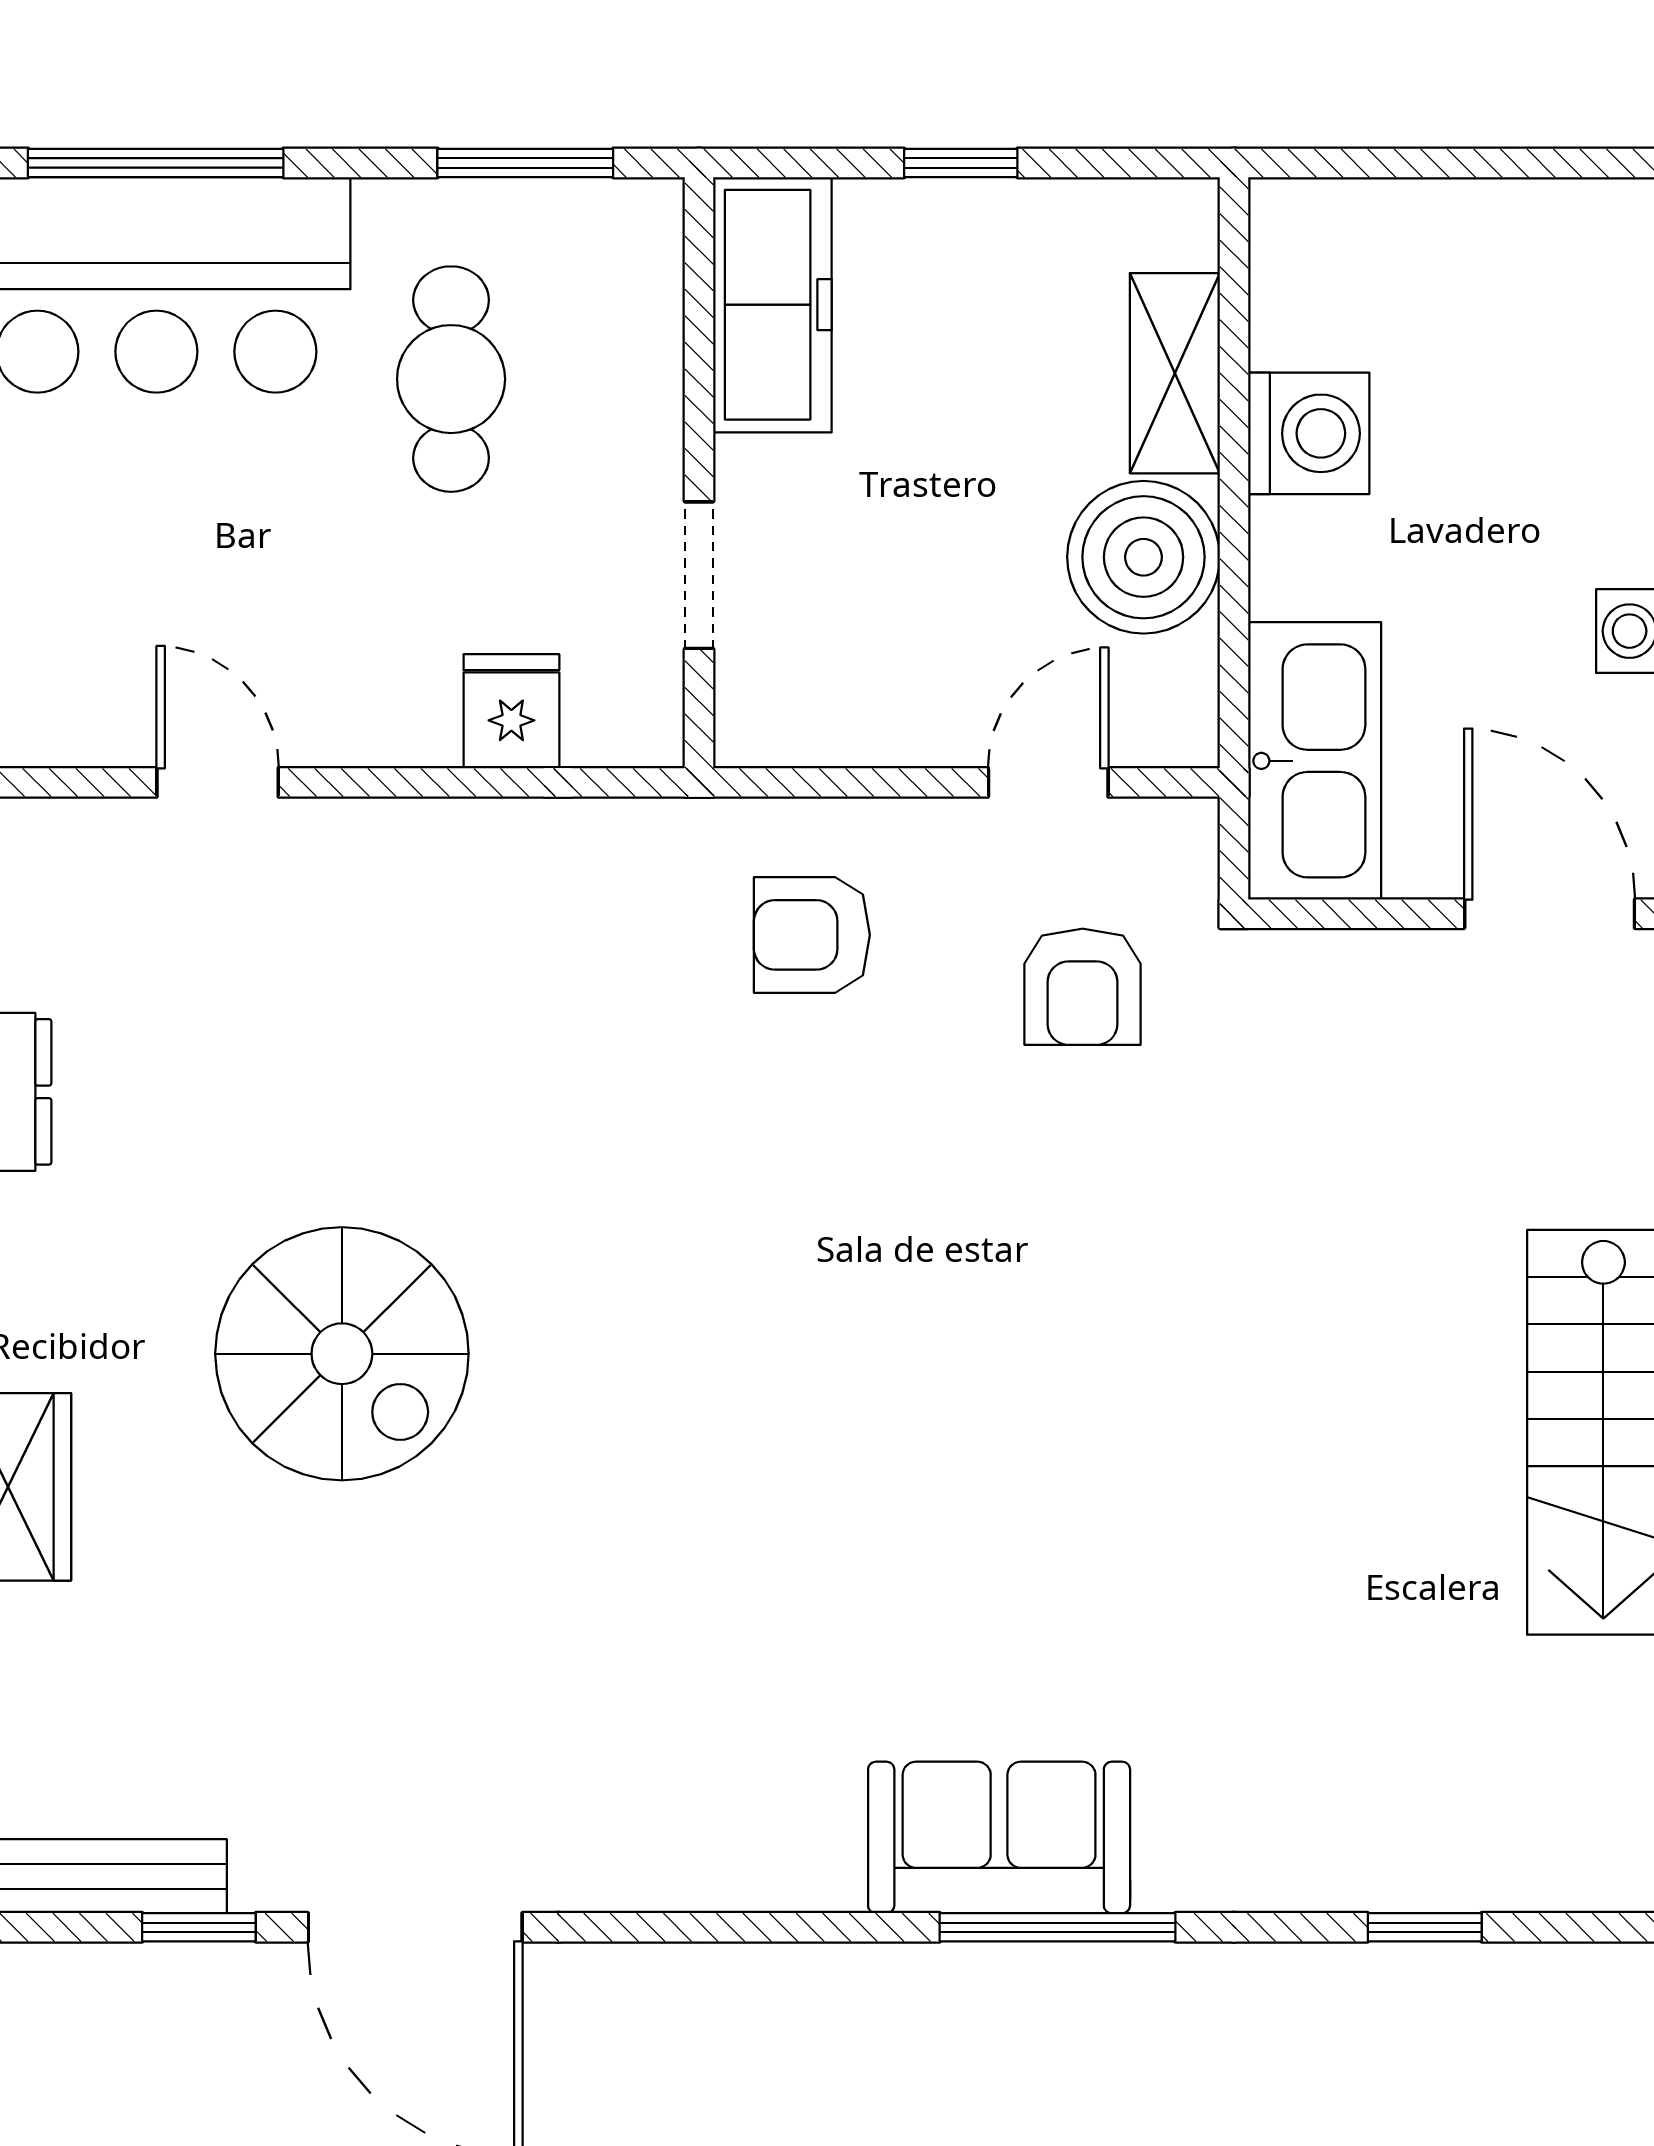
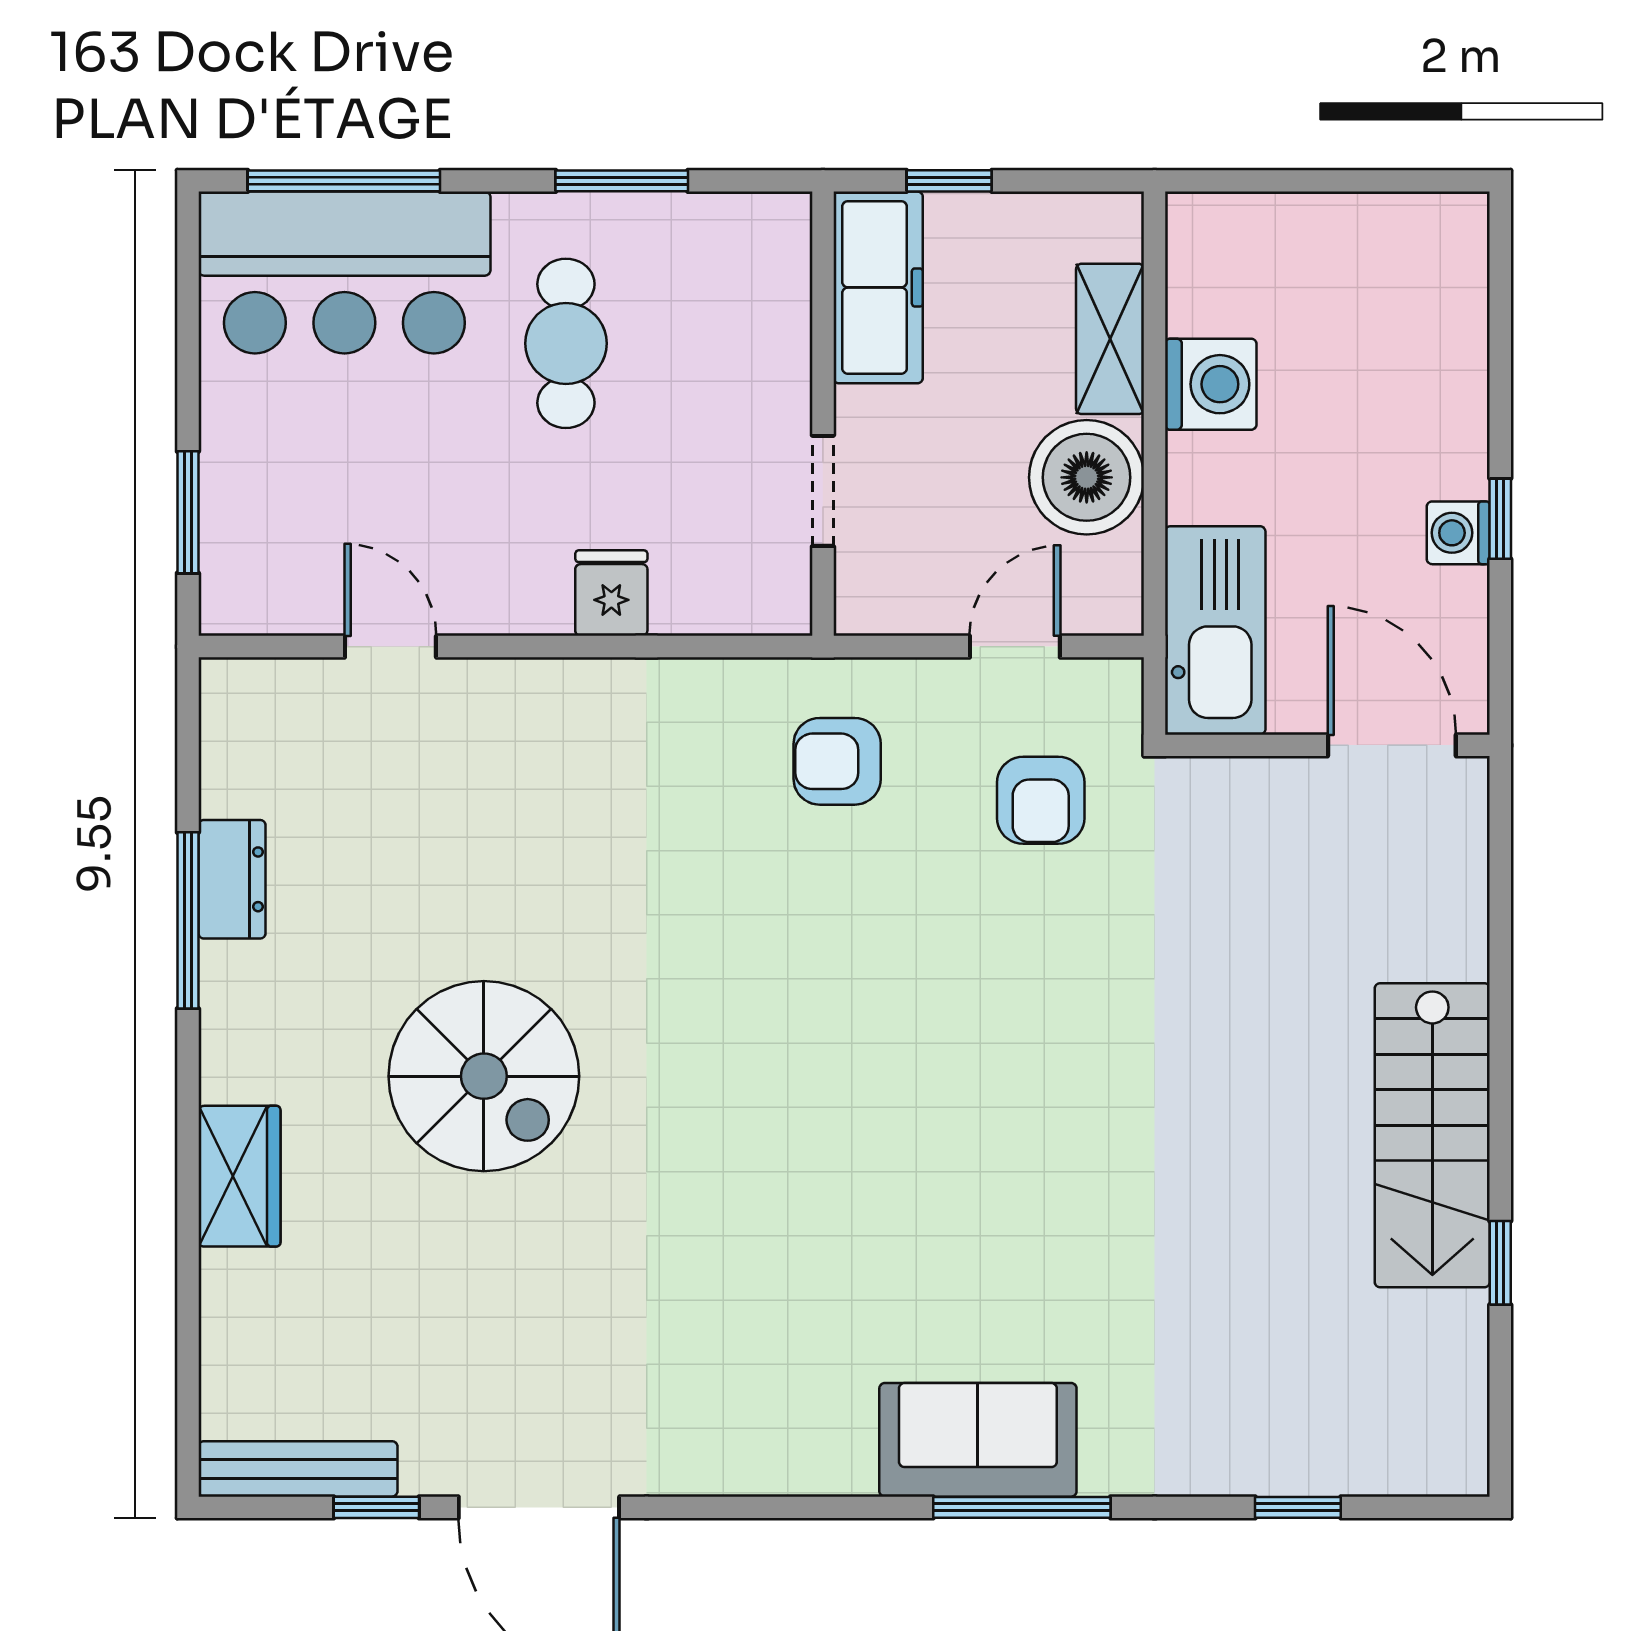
freezer: (772, 305) -> (878, 287), moved
wall: (699, 473) -> (823, 414), moved
doorway: (699, 575) -> (823, 491), moved

